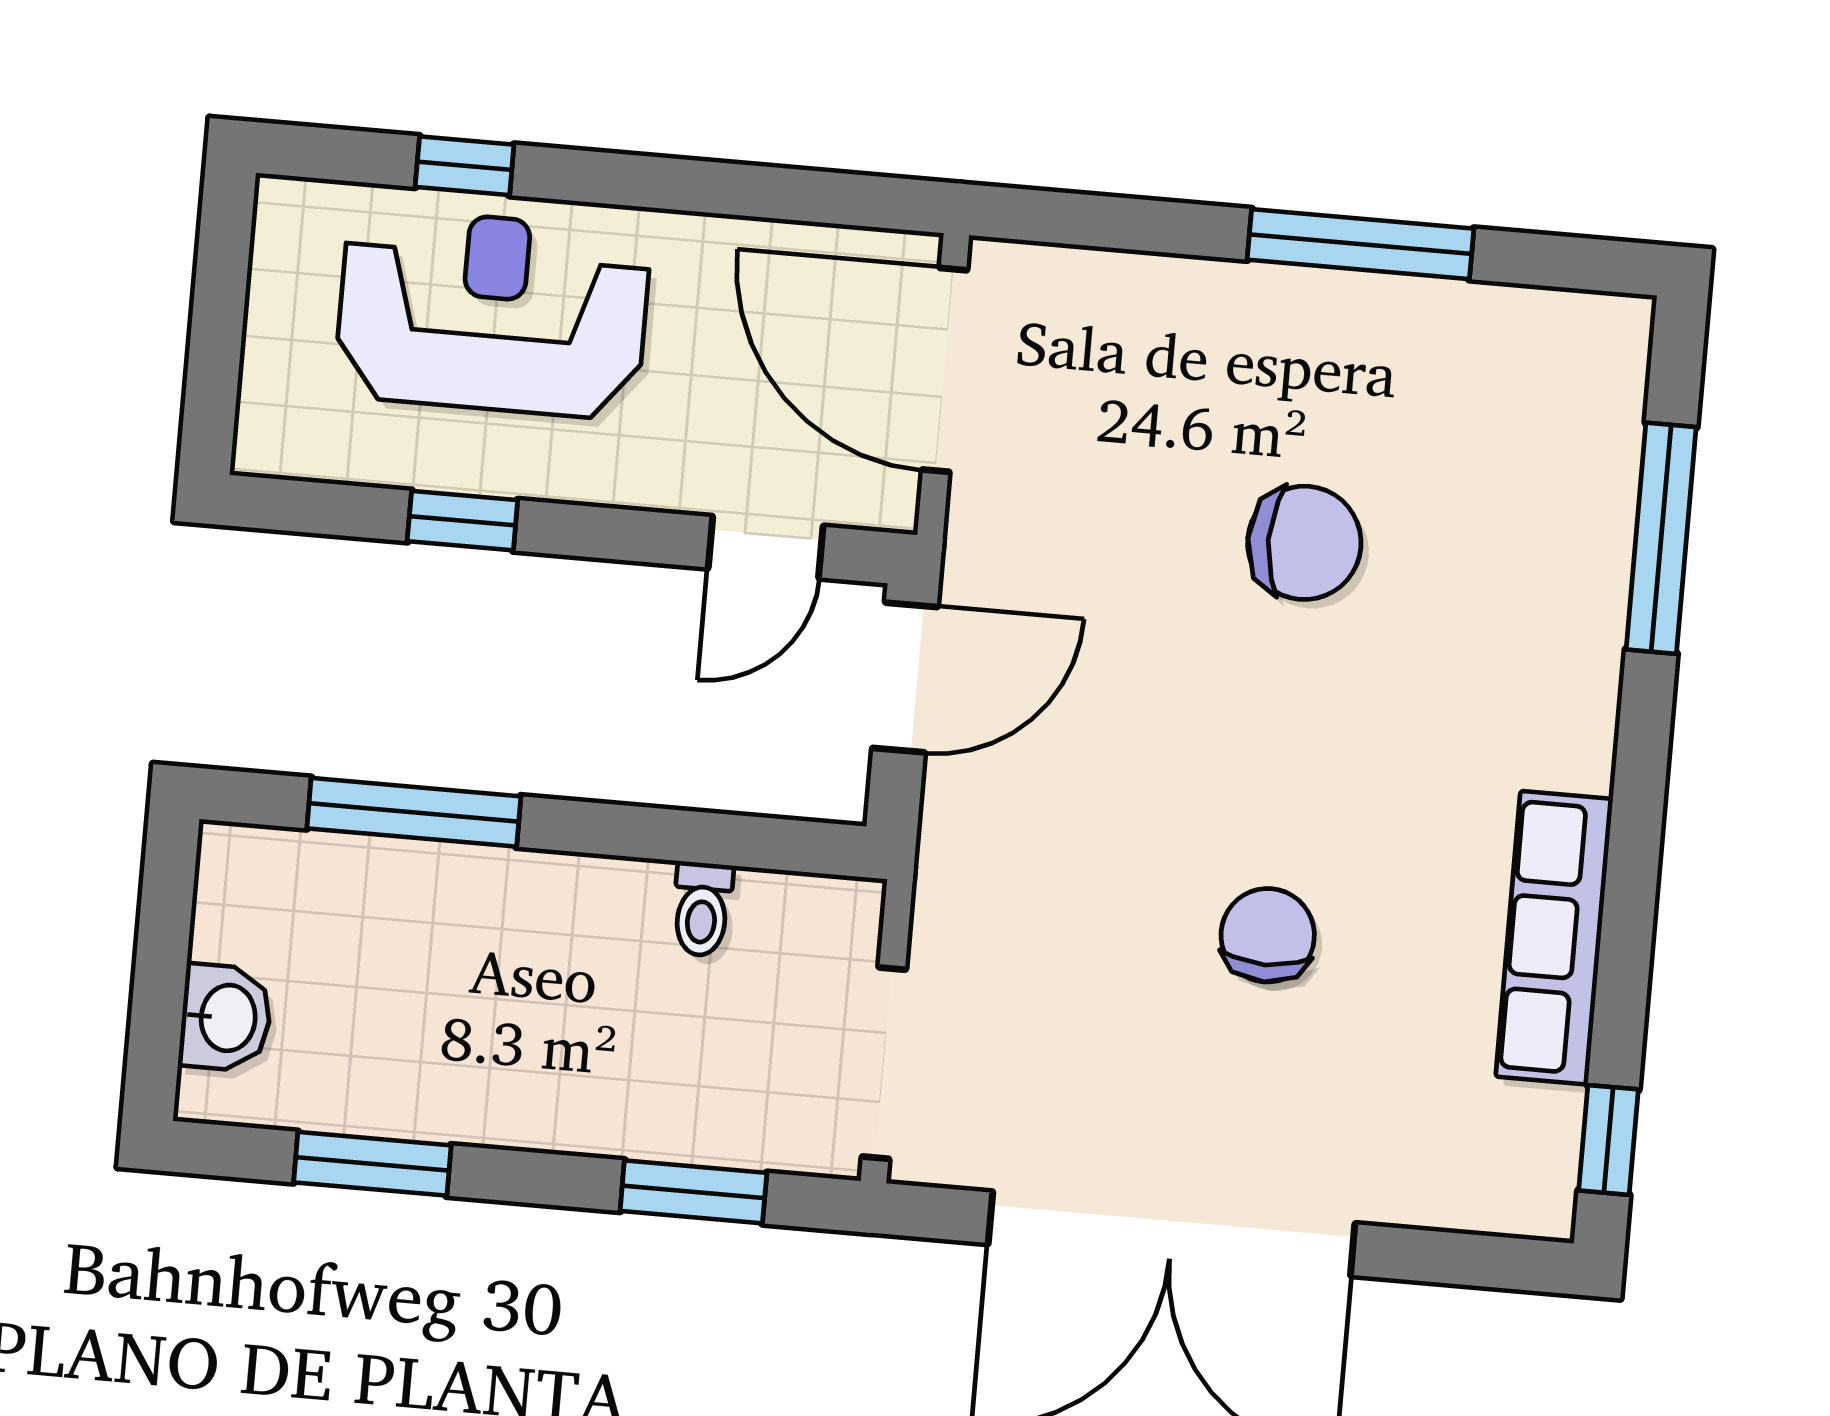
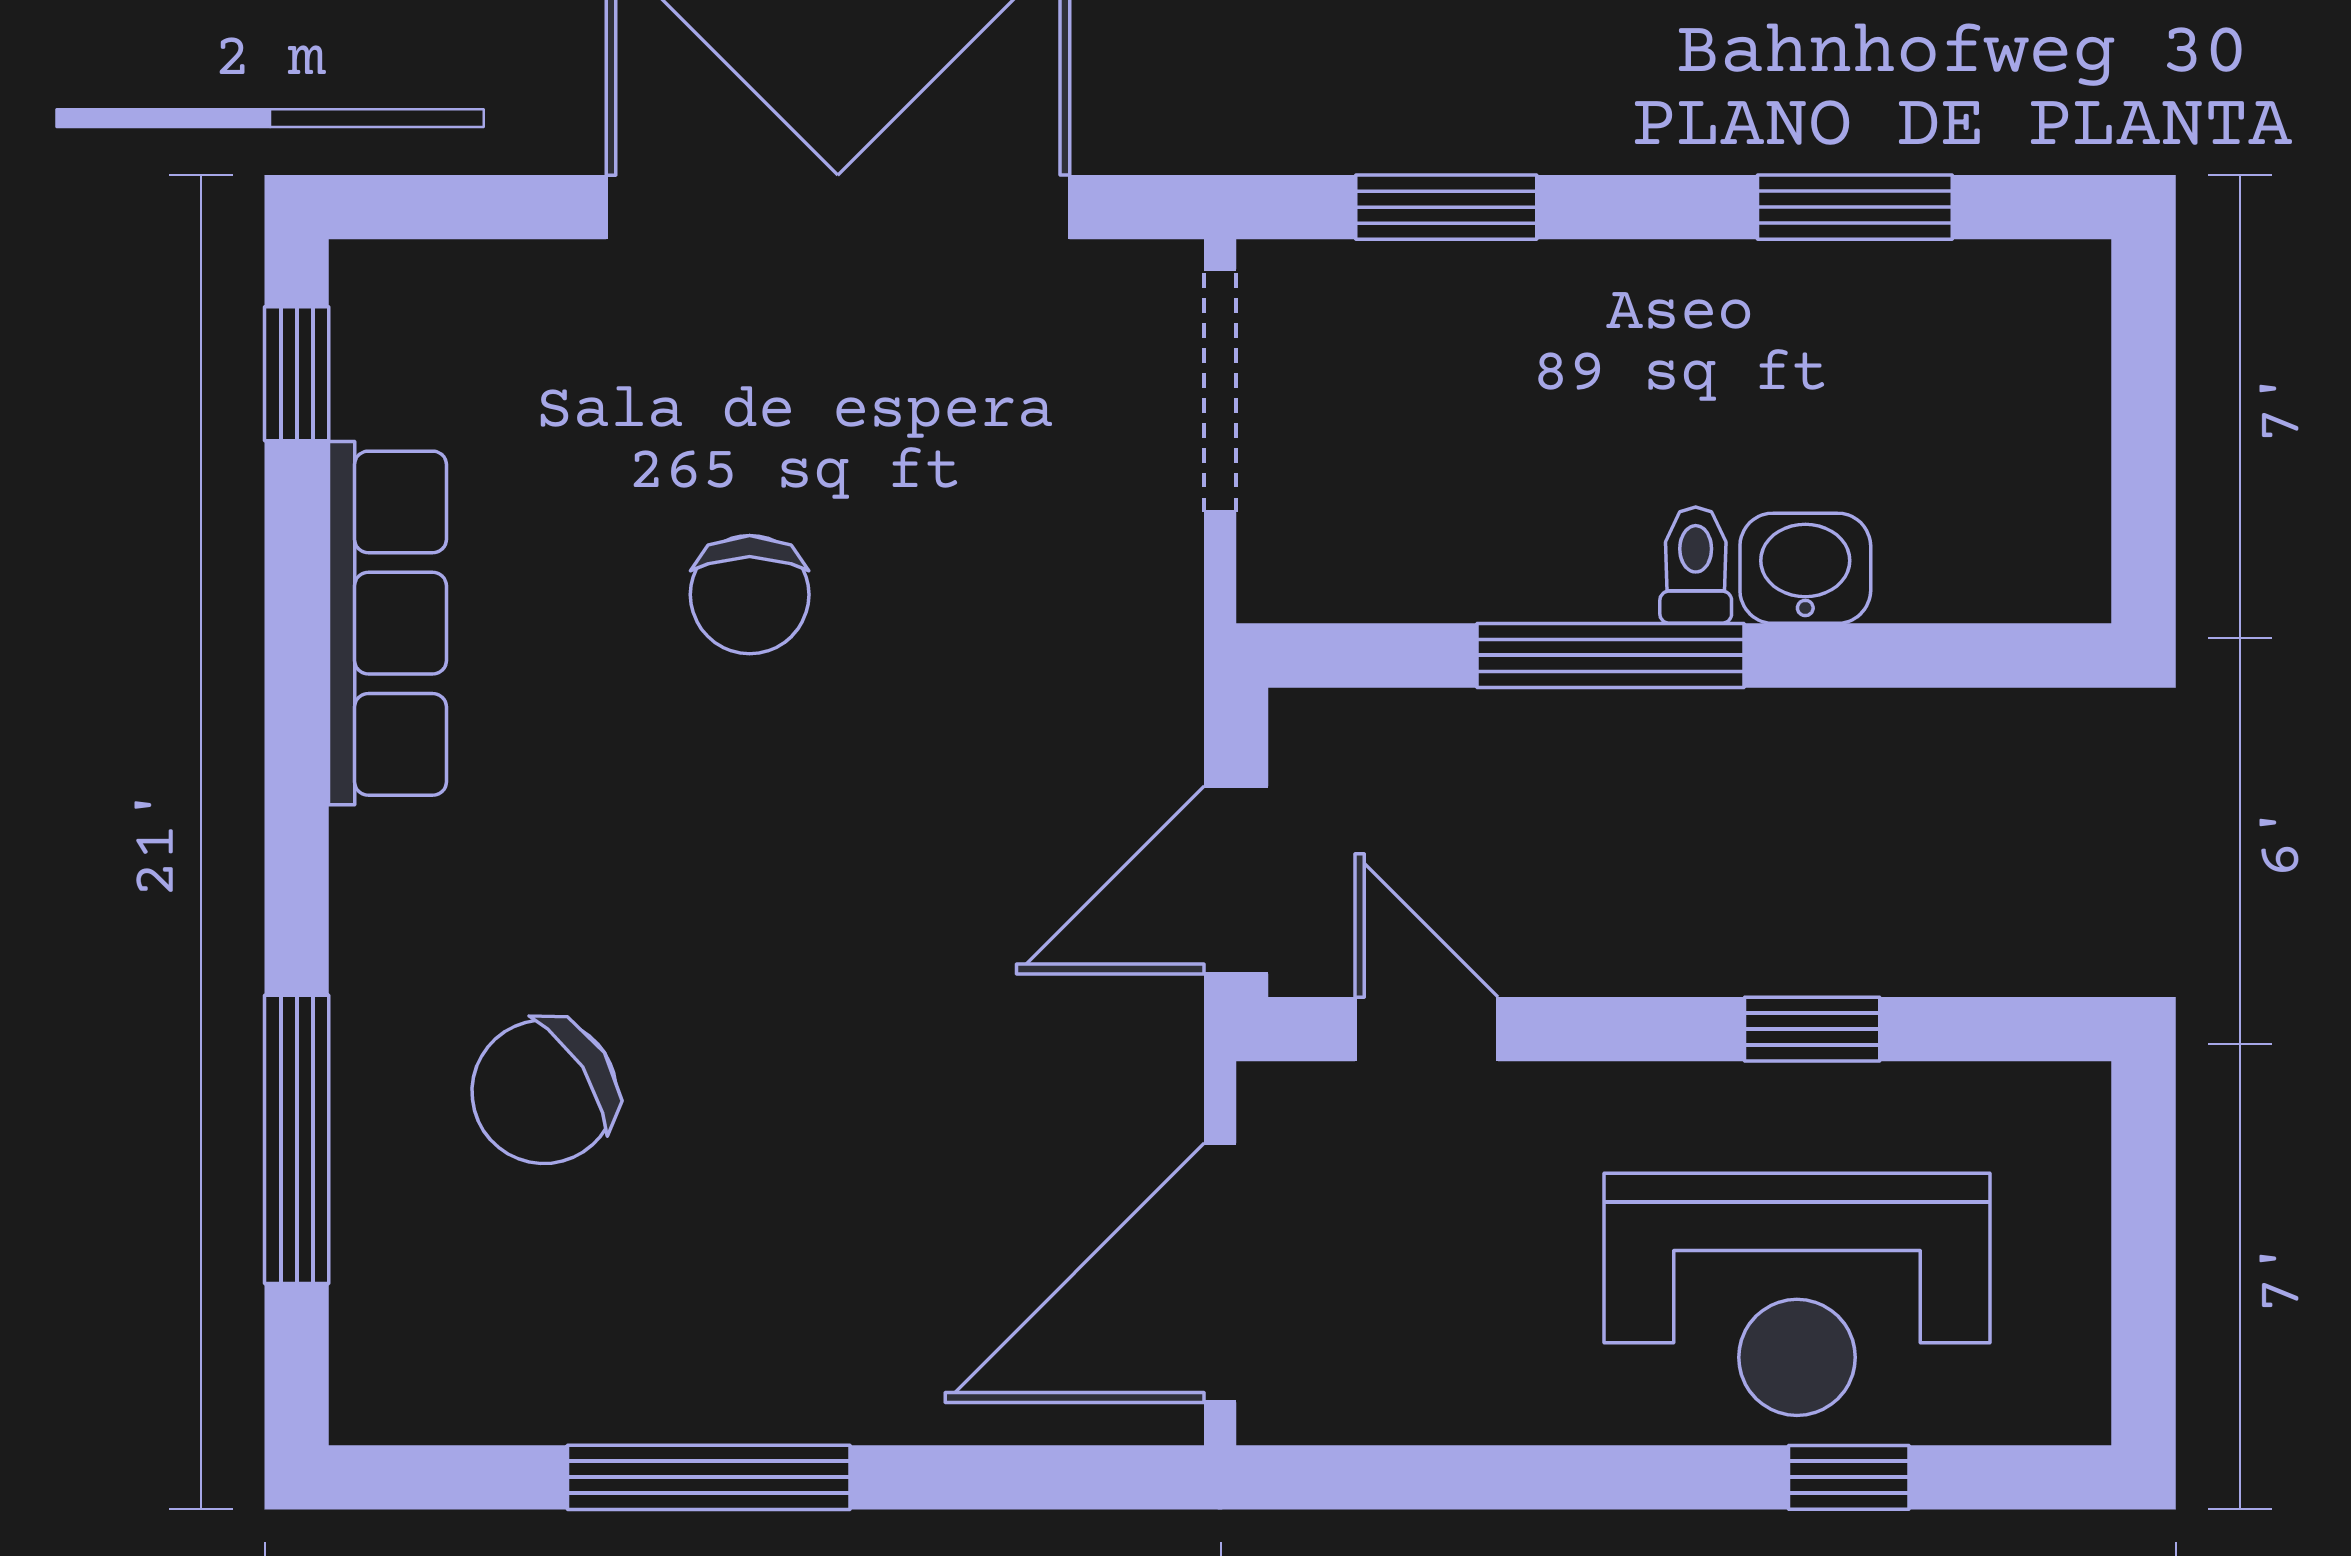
door: (945, 370) -> (1220, 1273), swing flipped
chair: (1304, 543) -> (544, 1092), moved, turned -33
door: (766, 547) -> (1426, 1029), hinge flipped
window: (414, 812) -> (1610, 655), moved
toilet: (702, 909) -> (1696, 565), moved
washbasin: (226, 1018) -> (1805, 568), moved, turned 90

